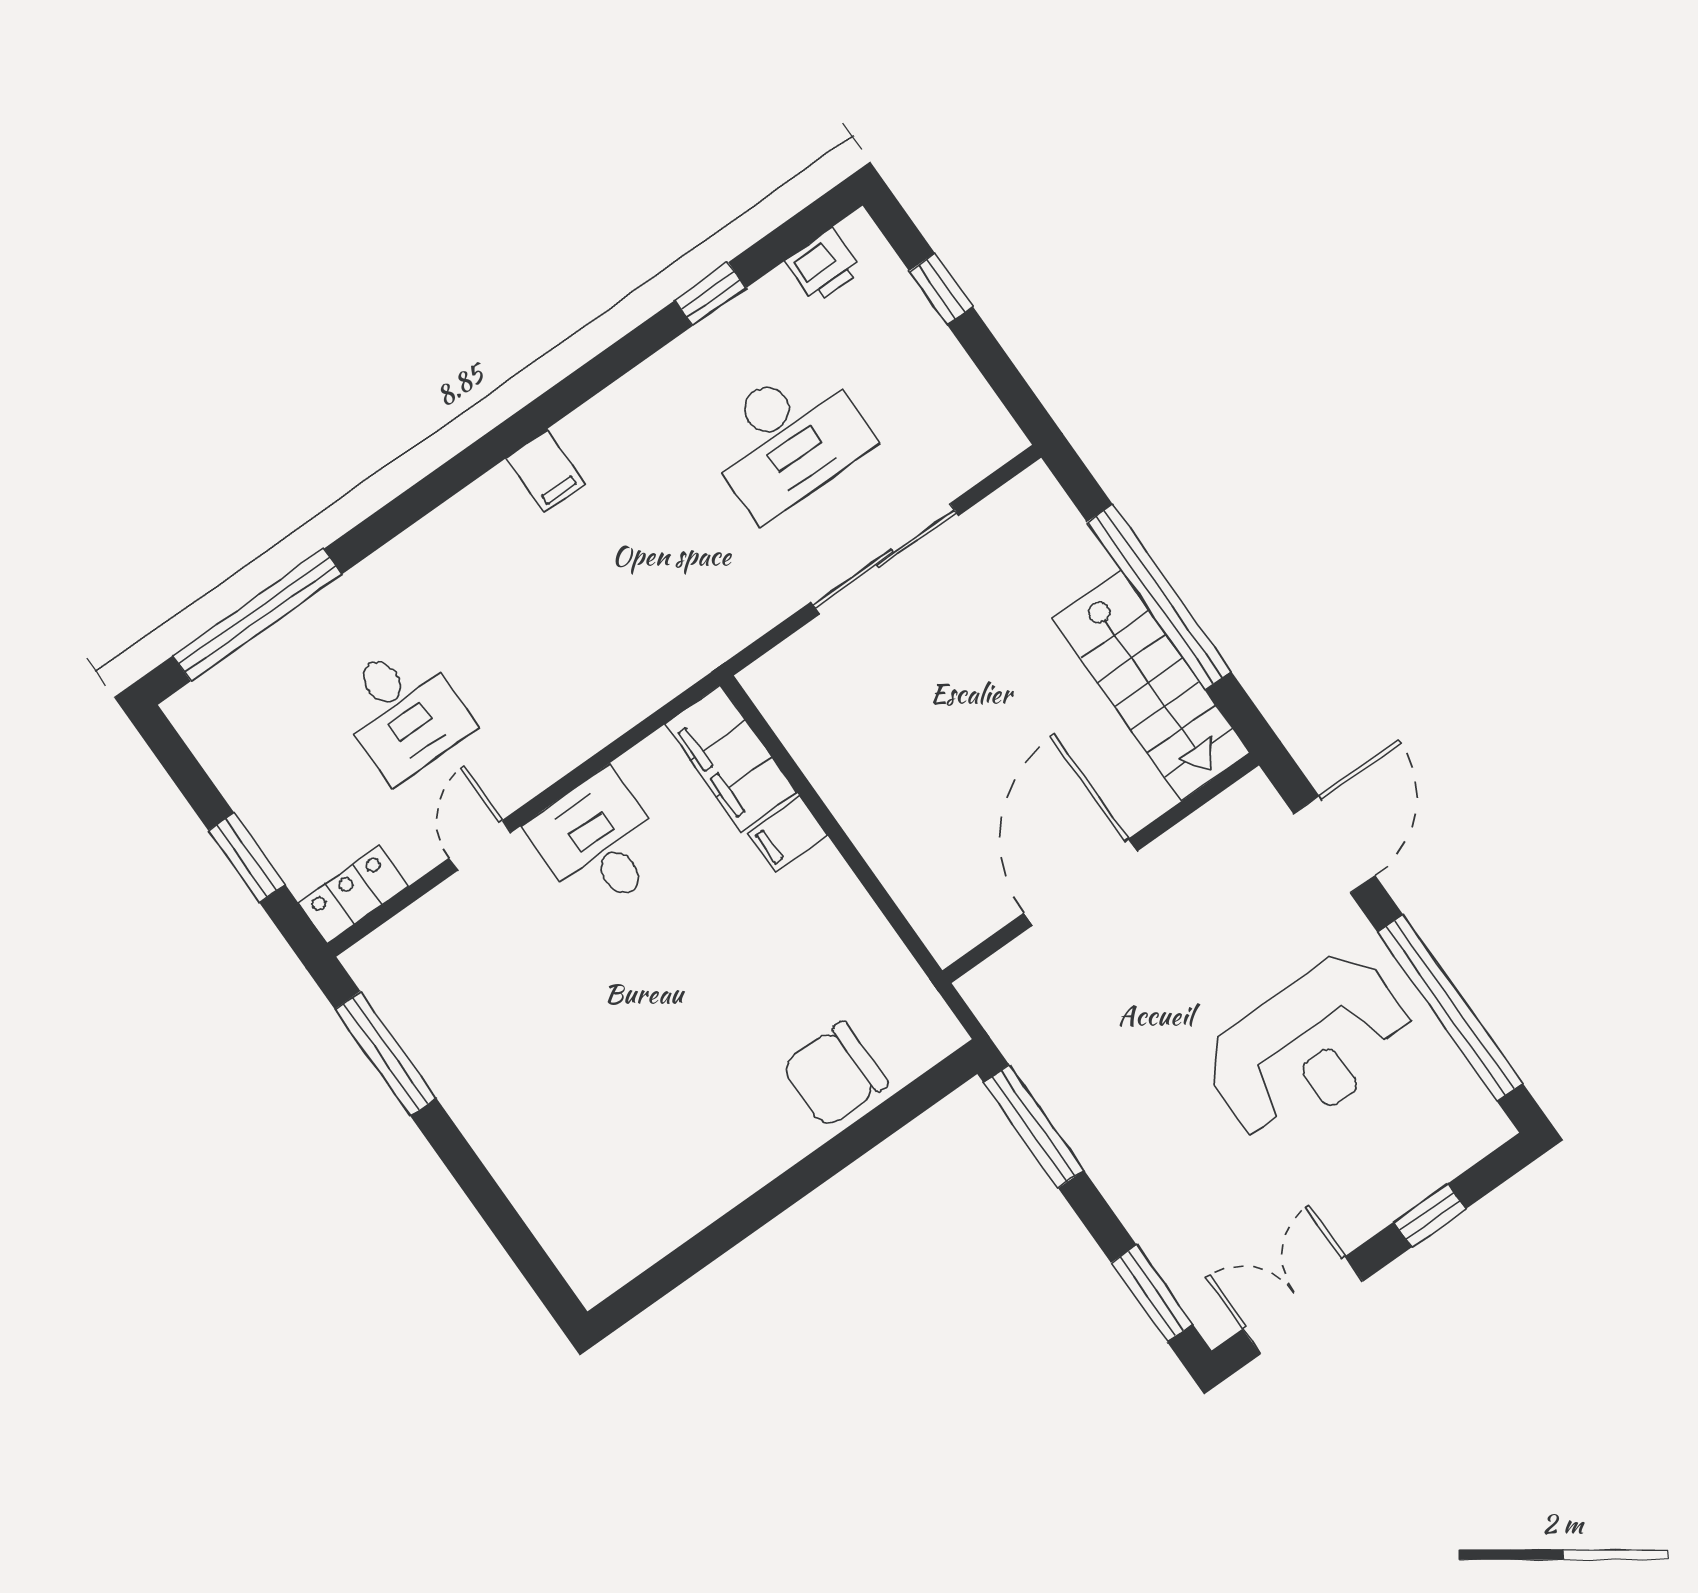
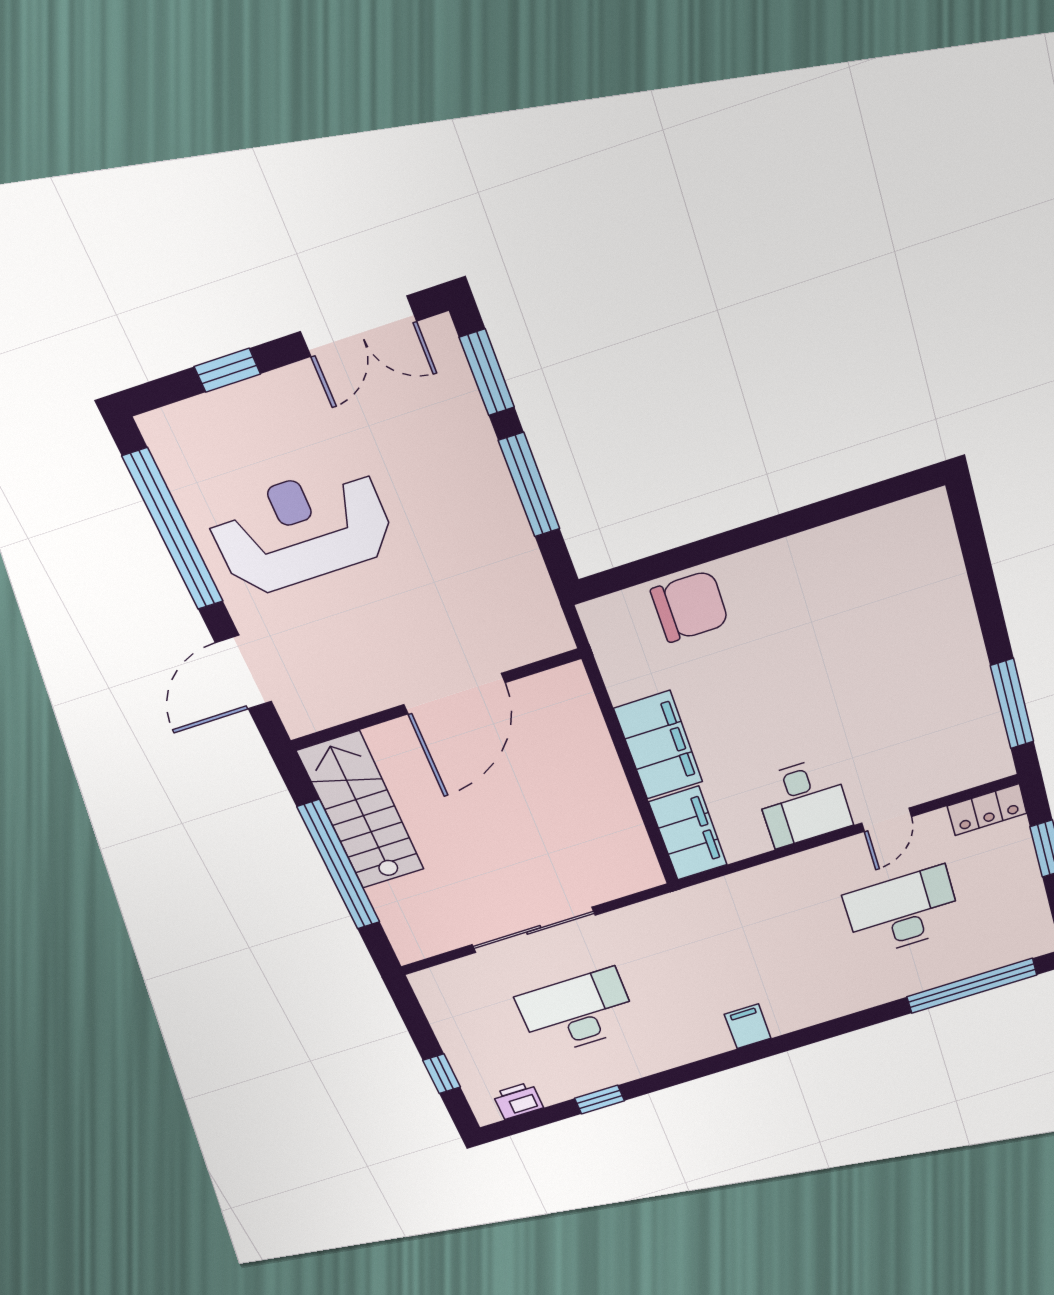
desk: (403, 711) -> (903, 912), width x1.37
filing cabinet: (787, 834) -> (658, 745), width x3.00, depth x1.17
window: (1034, 1126) -> (529, 485), moved

